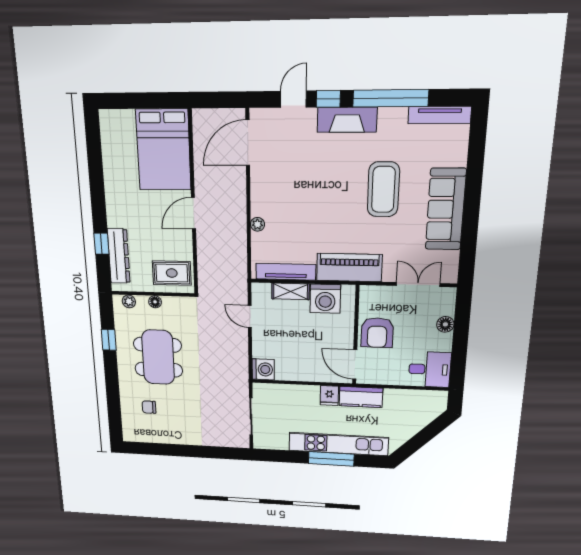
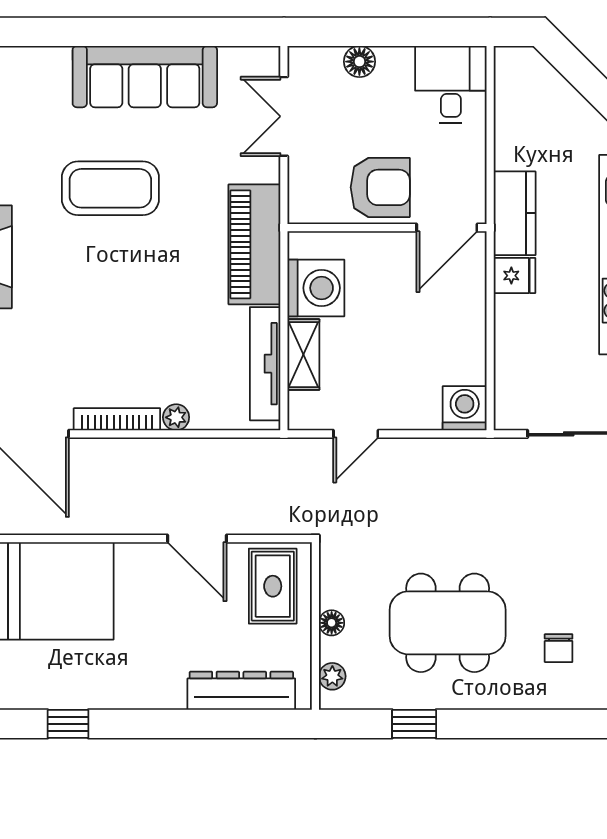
bookcase: (256, 192) -> (117, 419), added
door: (193, 213) -> (197, 539), moved
window: (101, 244) -> (68, 724), moved

